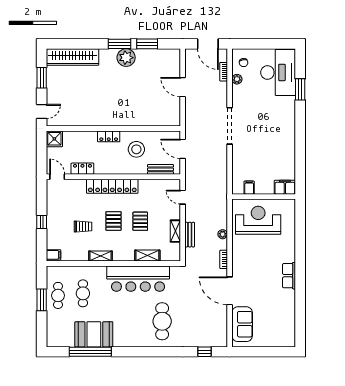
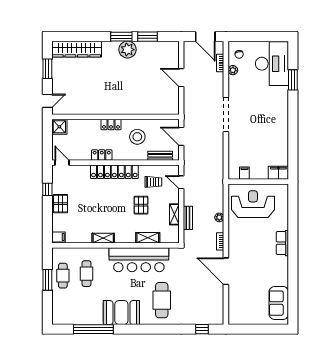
locker: (82, 169) -> (102, 155), moved
pallet: (113, 221) -> (61, 204), moved
window: (42, 222) -> (47, 189), moved
trolley: (83, 227) -> (153, 182), moved
row of seats: (289, 276) -> (282, 243), moved
sofa: (242, 324) -> (279, 303), moved, turned 180
booth: (94, 334) -> (121, 313), moved

